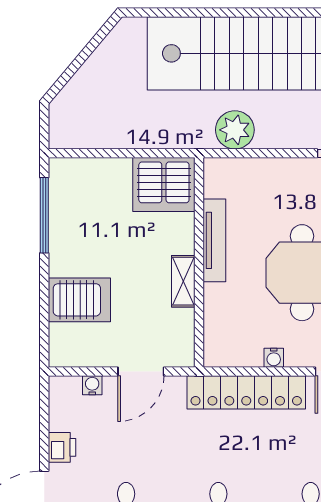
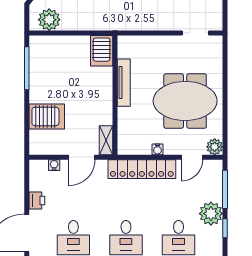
plant: (235, 130) -> (49, 20), moved
server rack: (164, 185) -> (102, 51), width x0.63
shelving: (183, 281) -> (106, 140), moved

